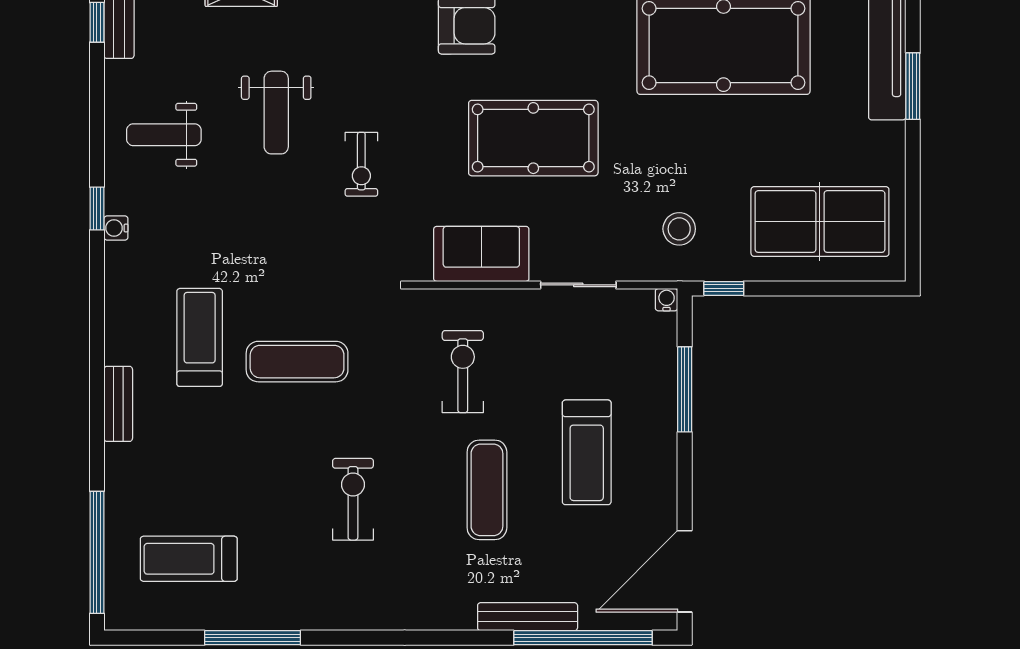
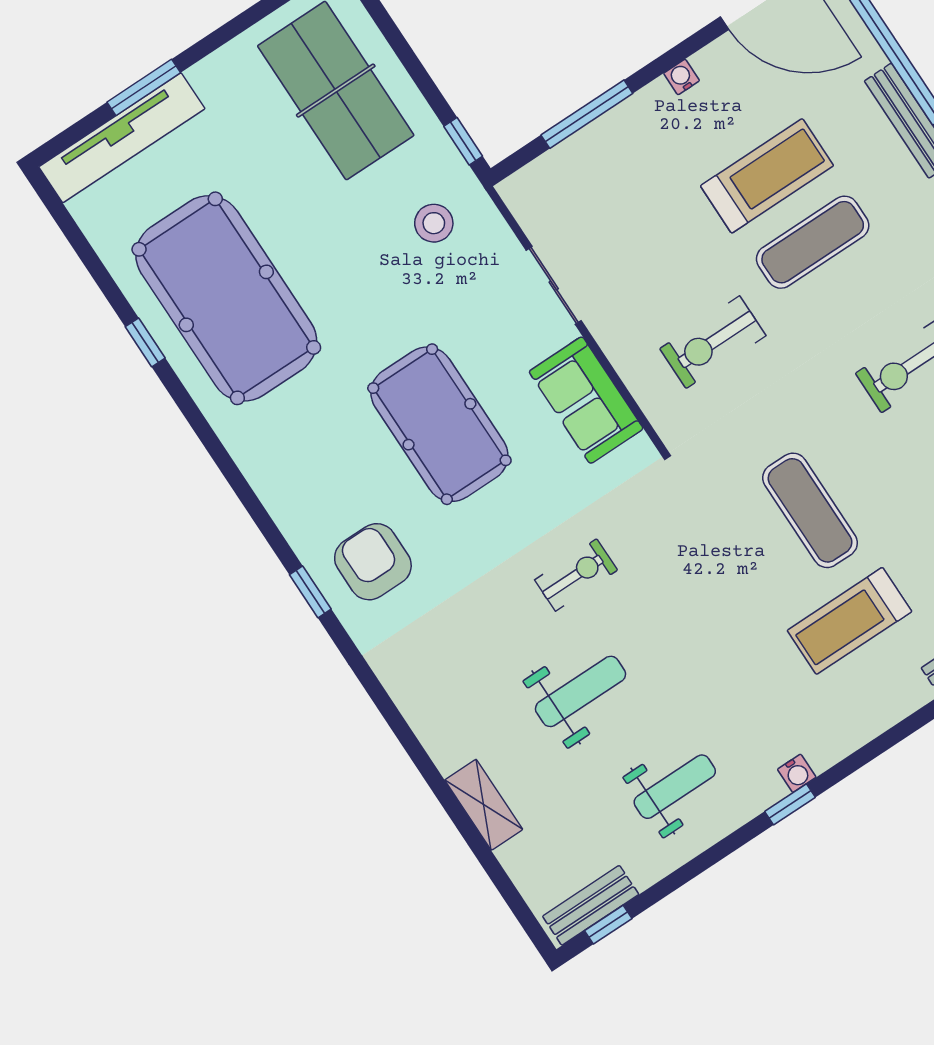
weight bench: (164, 135) -> (675, 787), turned -90
water cooler: (667, 300) -> (682, 77), moved, turned 90
treadmill: (587, 452) -> (767, 176), moved

